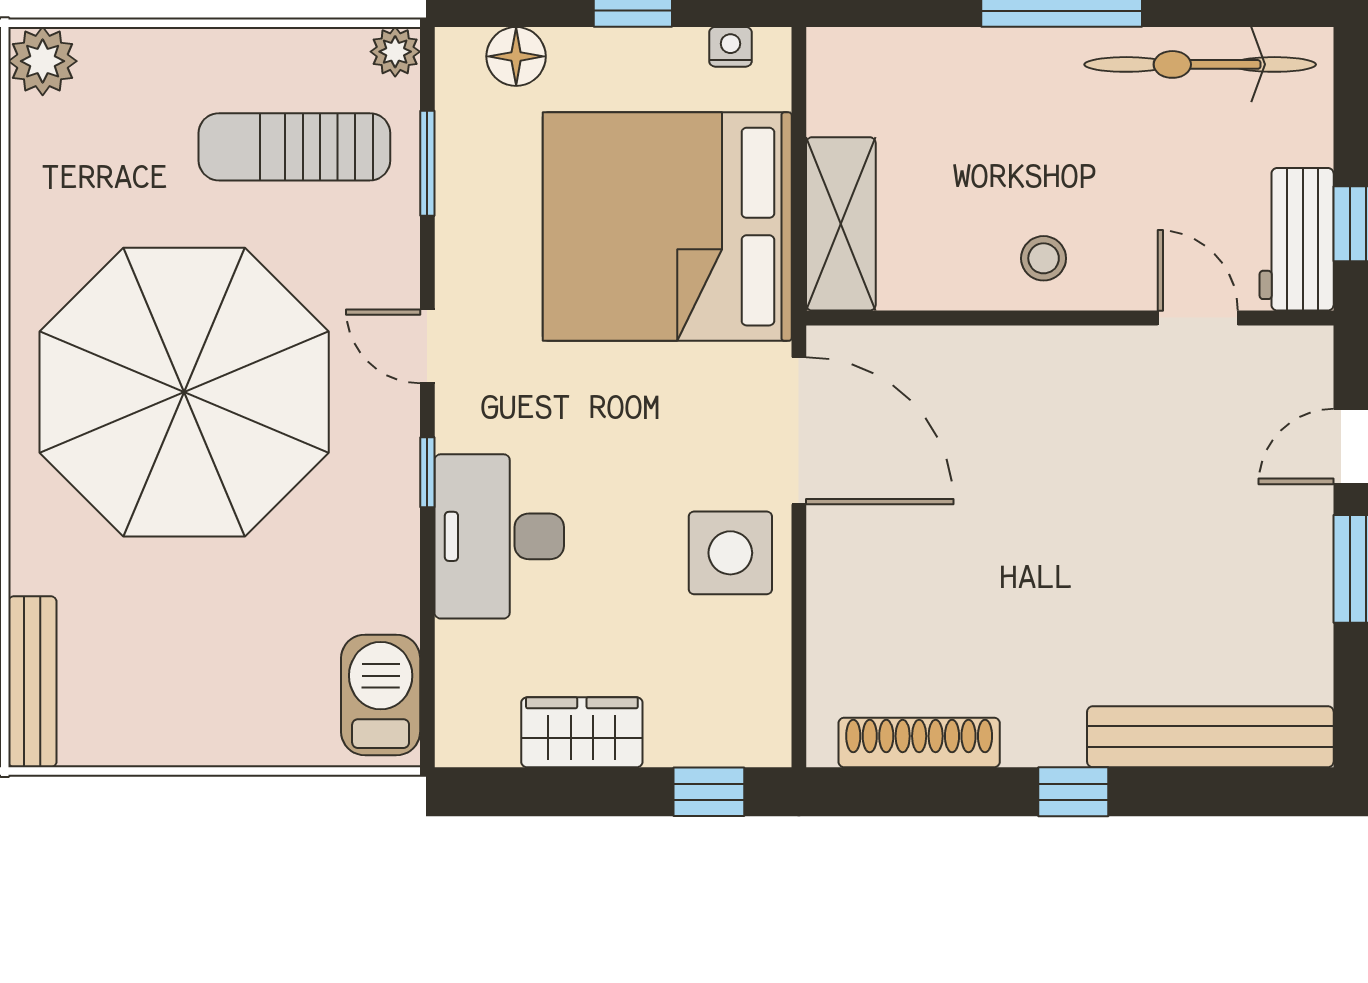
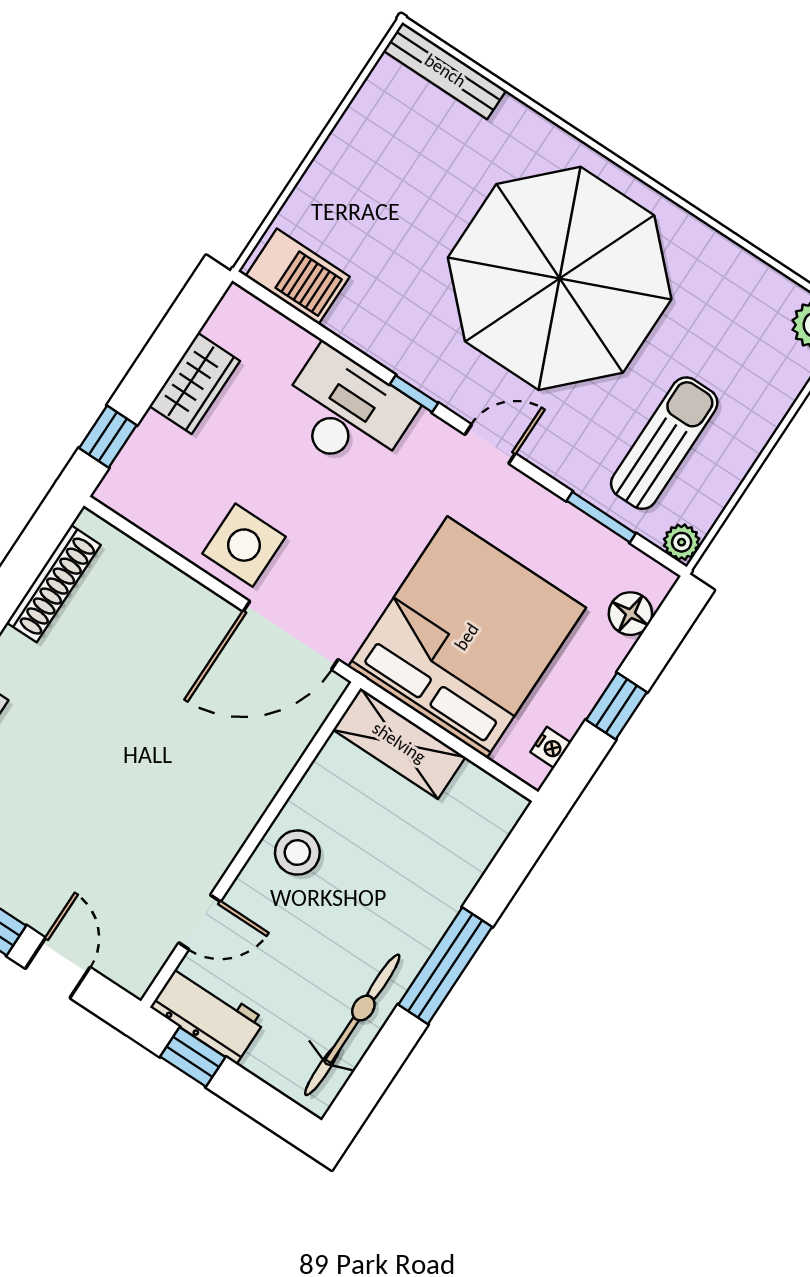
stool: (1044, 258) -> (297, 853), width x1.37, depth x1.37

